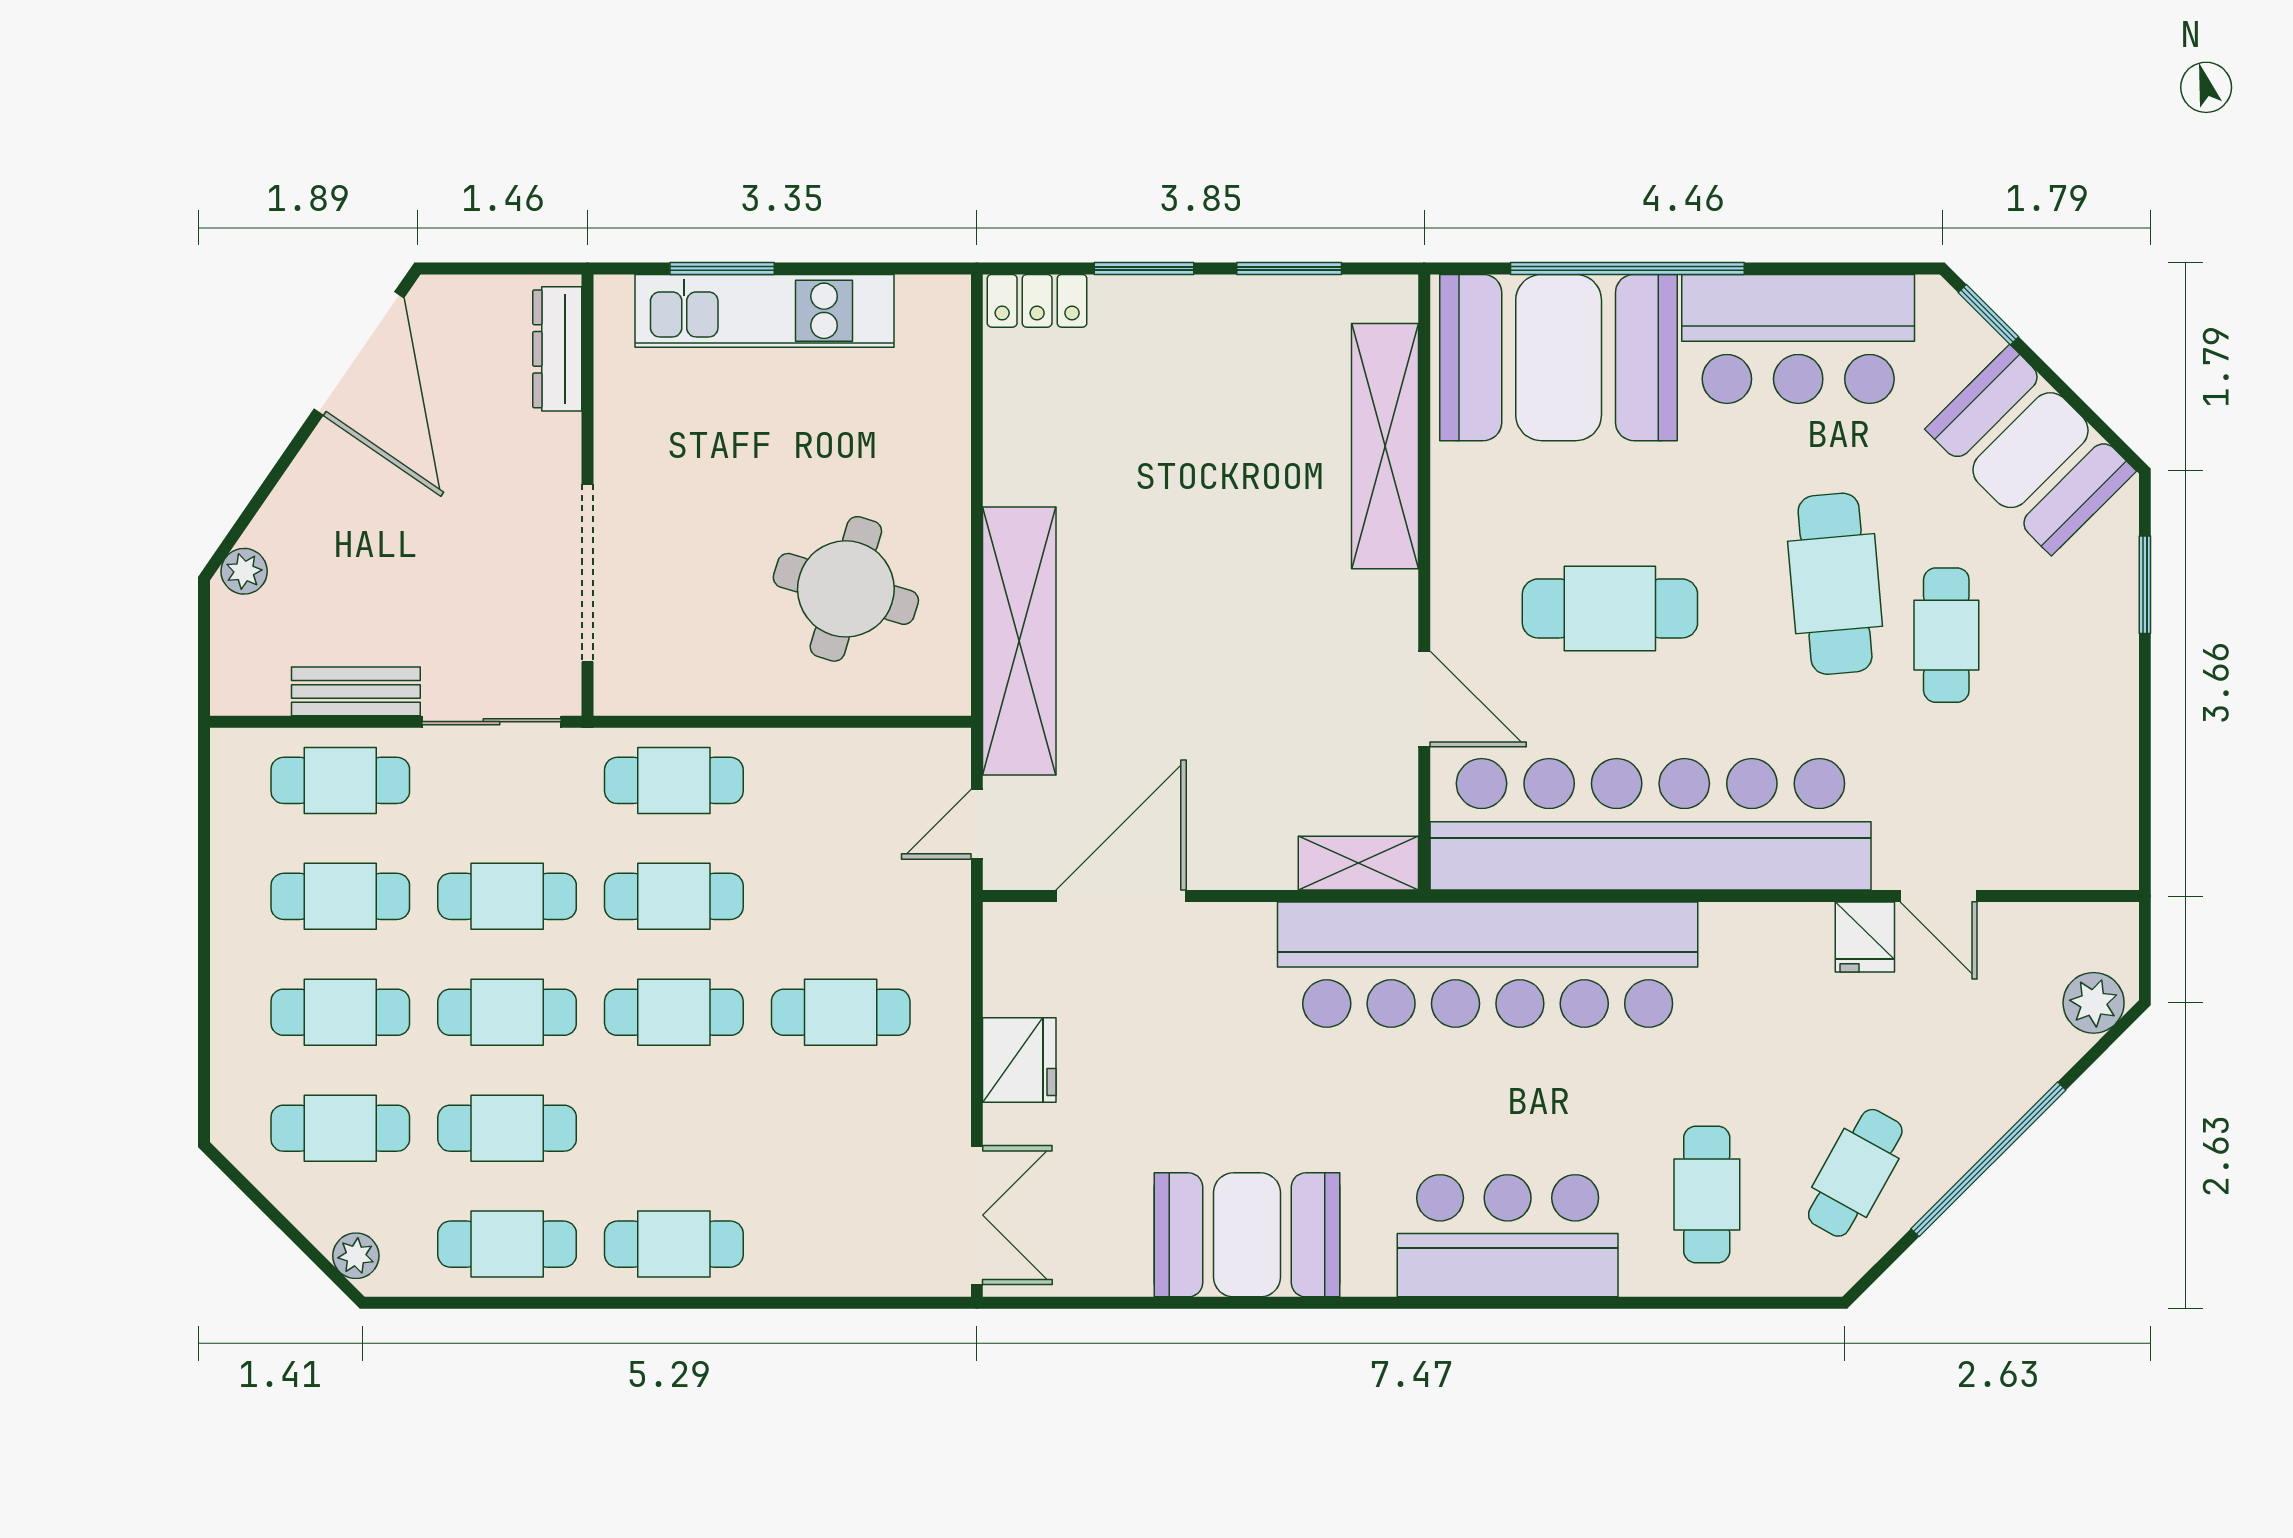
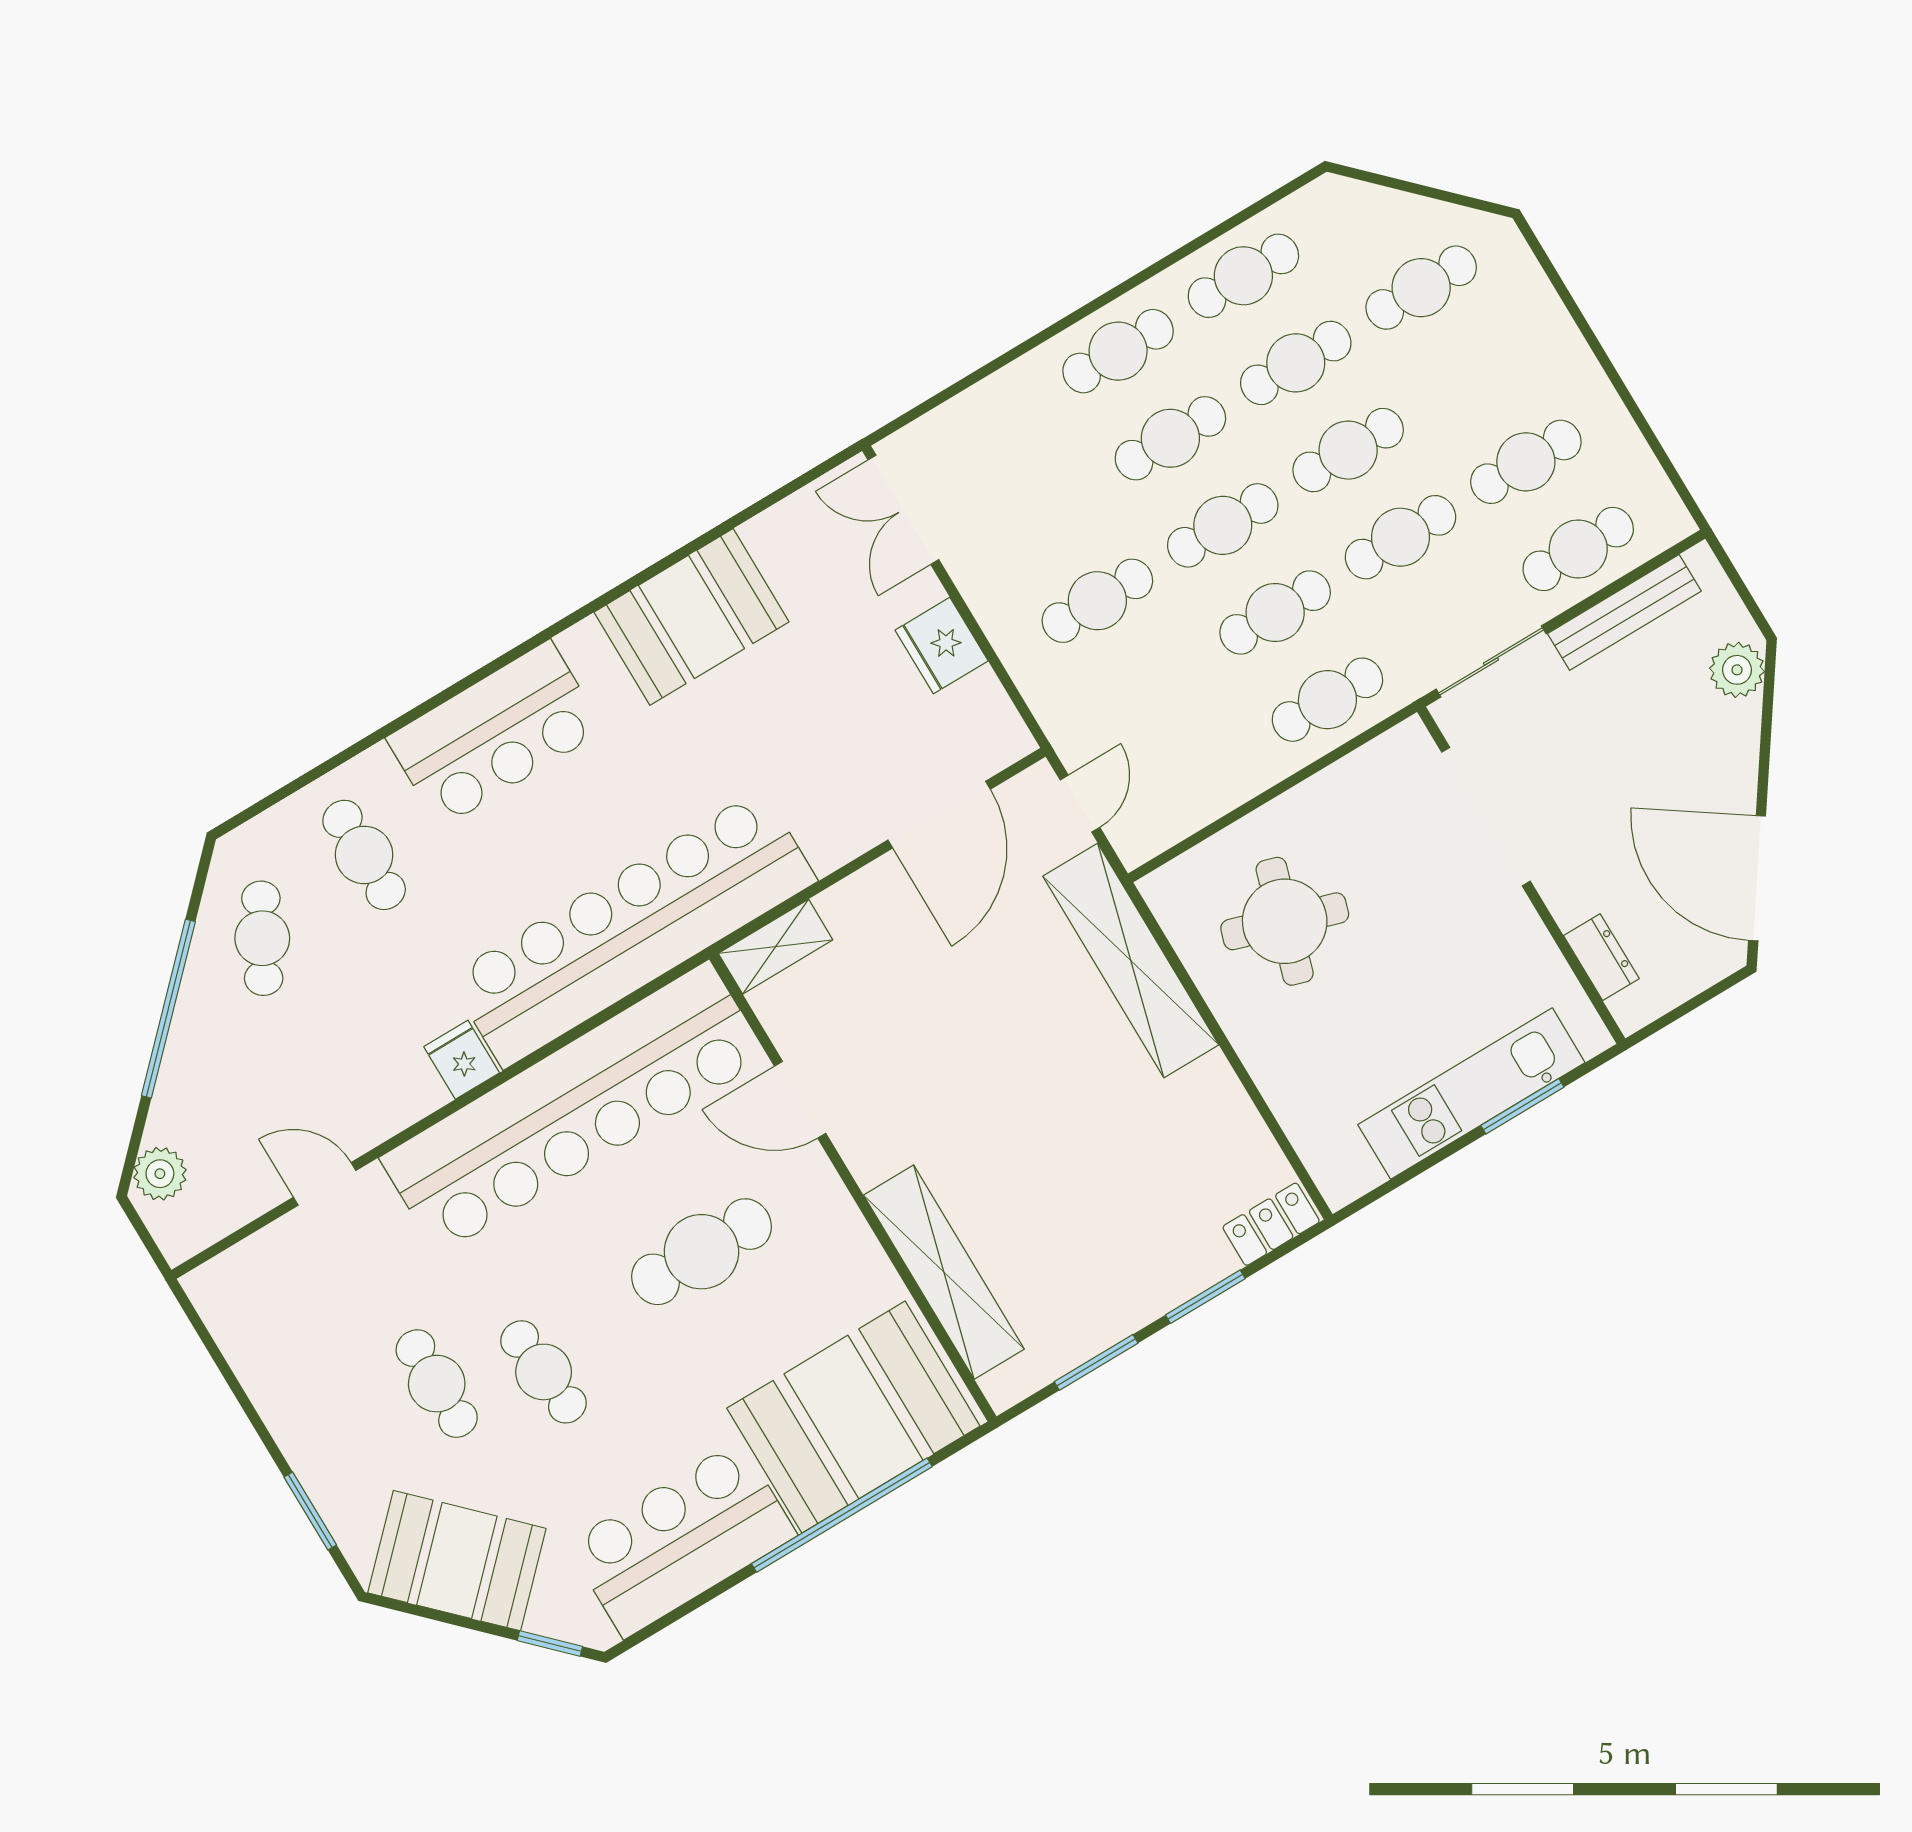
dresser: (557, 349) -> (1601, 957), width x0.70
plant: (244, 571) -> (1737, 670), width x1.38, depth x1.38
cafe table: (1835, 584) -> (544, 1372), width x0.73, depth x0.74
bench: (356, 691) -> (1624, 612), width x1.36
fridge: (1865, 937) -> (462, 1060), moved
cafe table: (340, 1012) -> (1170, 438), moved
plant: (356, 1256) -> (1352, 199), removed

